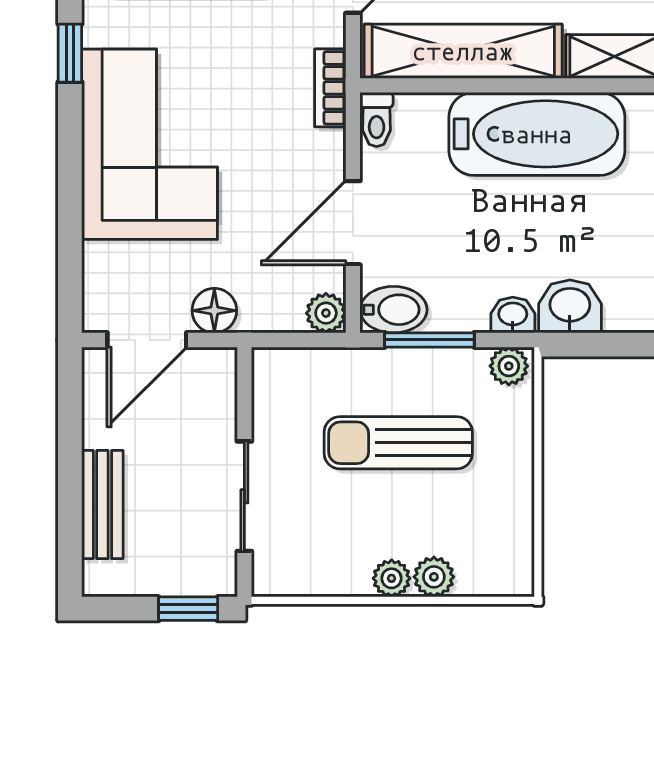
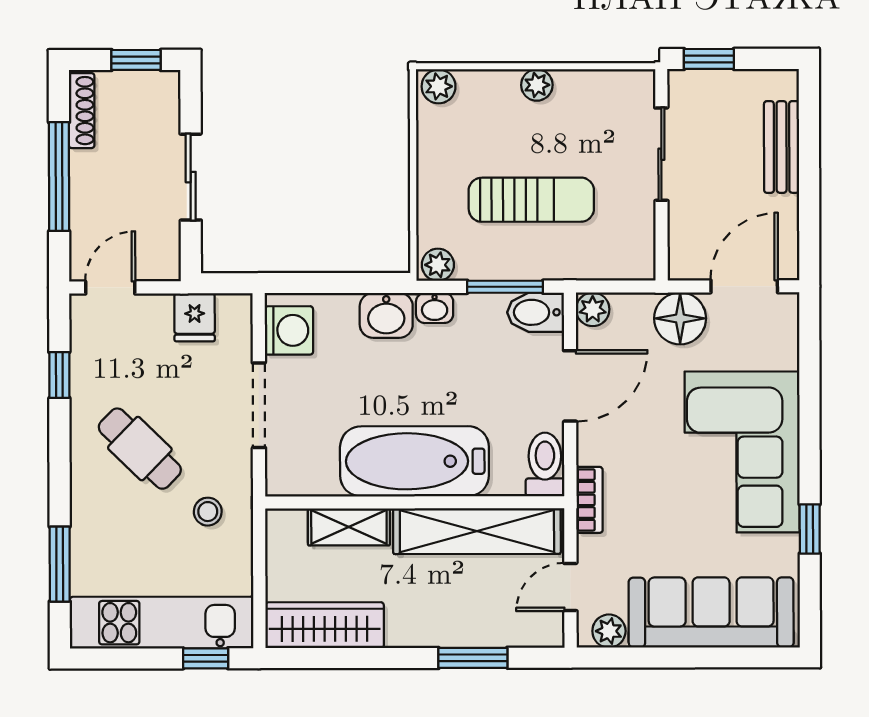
toilet: (377, 119) -> (545, 464), width x1.37, depth x1.39
floor lamp: (214, 311) -> (680, 318), width x1.38, depth x1.38
plant: (434, 577) -> (439, 86), moved

